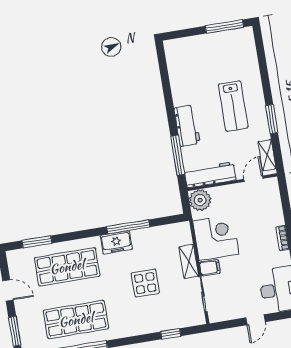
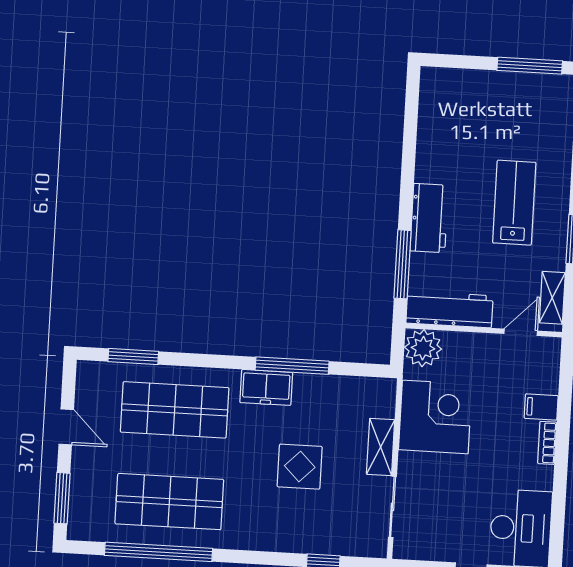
lab bench: (233, 106) -> (514, 203), turned 180
filing cabinet: (210, 268) -> (541, 407), moved, turned 180

